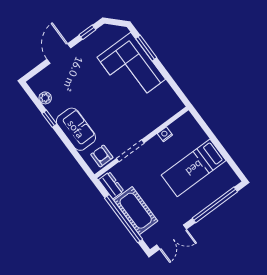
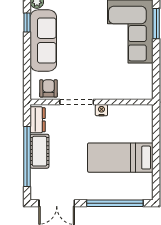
sofa: (76, 129) -> (43, 40), width x1.36
nightstand: (165, 134) -> (101, 110), moved
cot: (136, 211) -> (40, 151), width x0.73, depth x0.75

